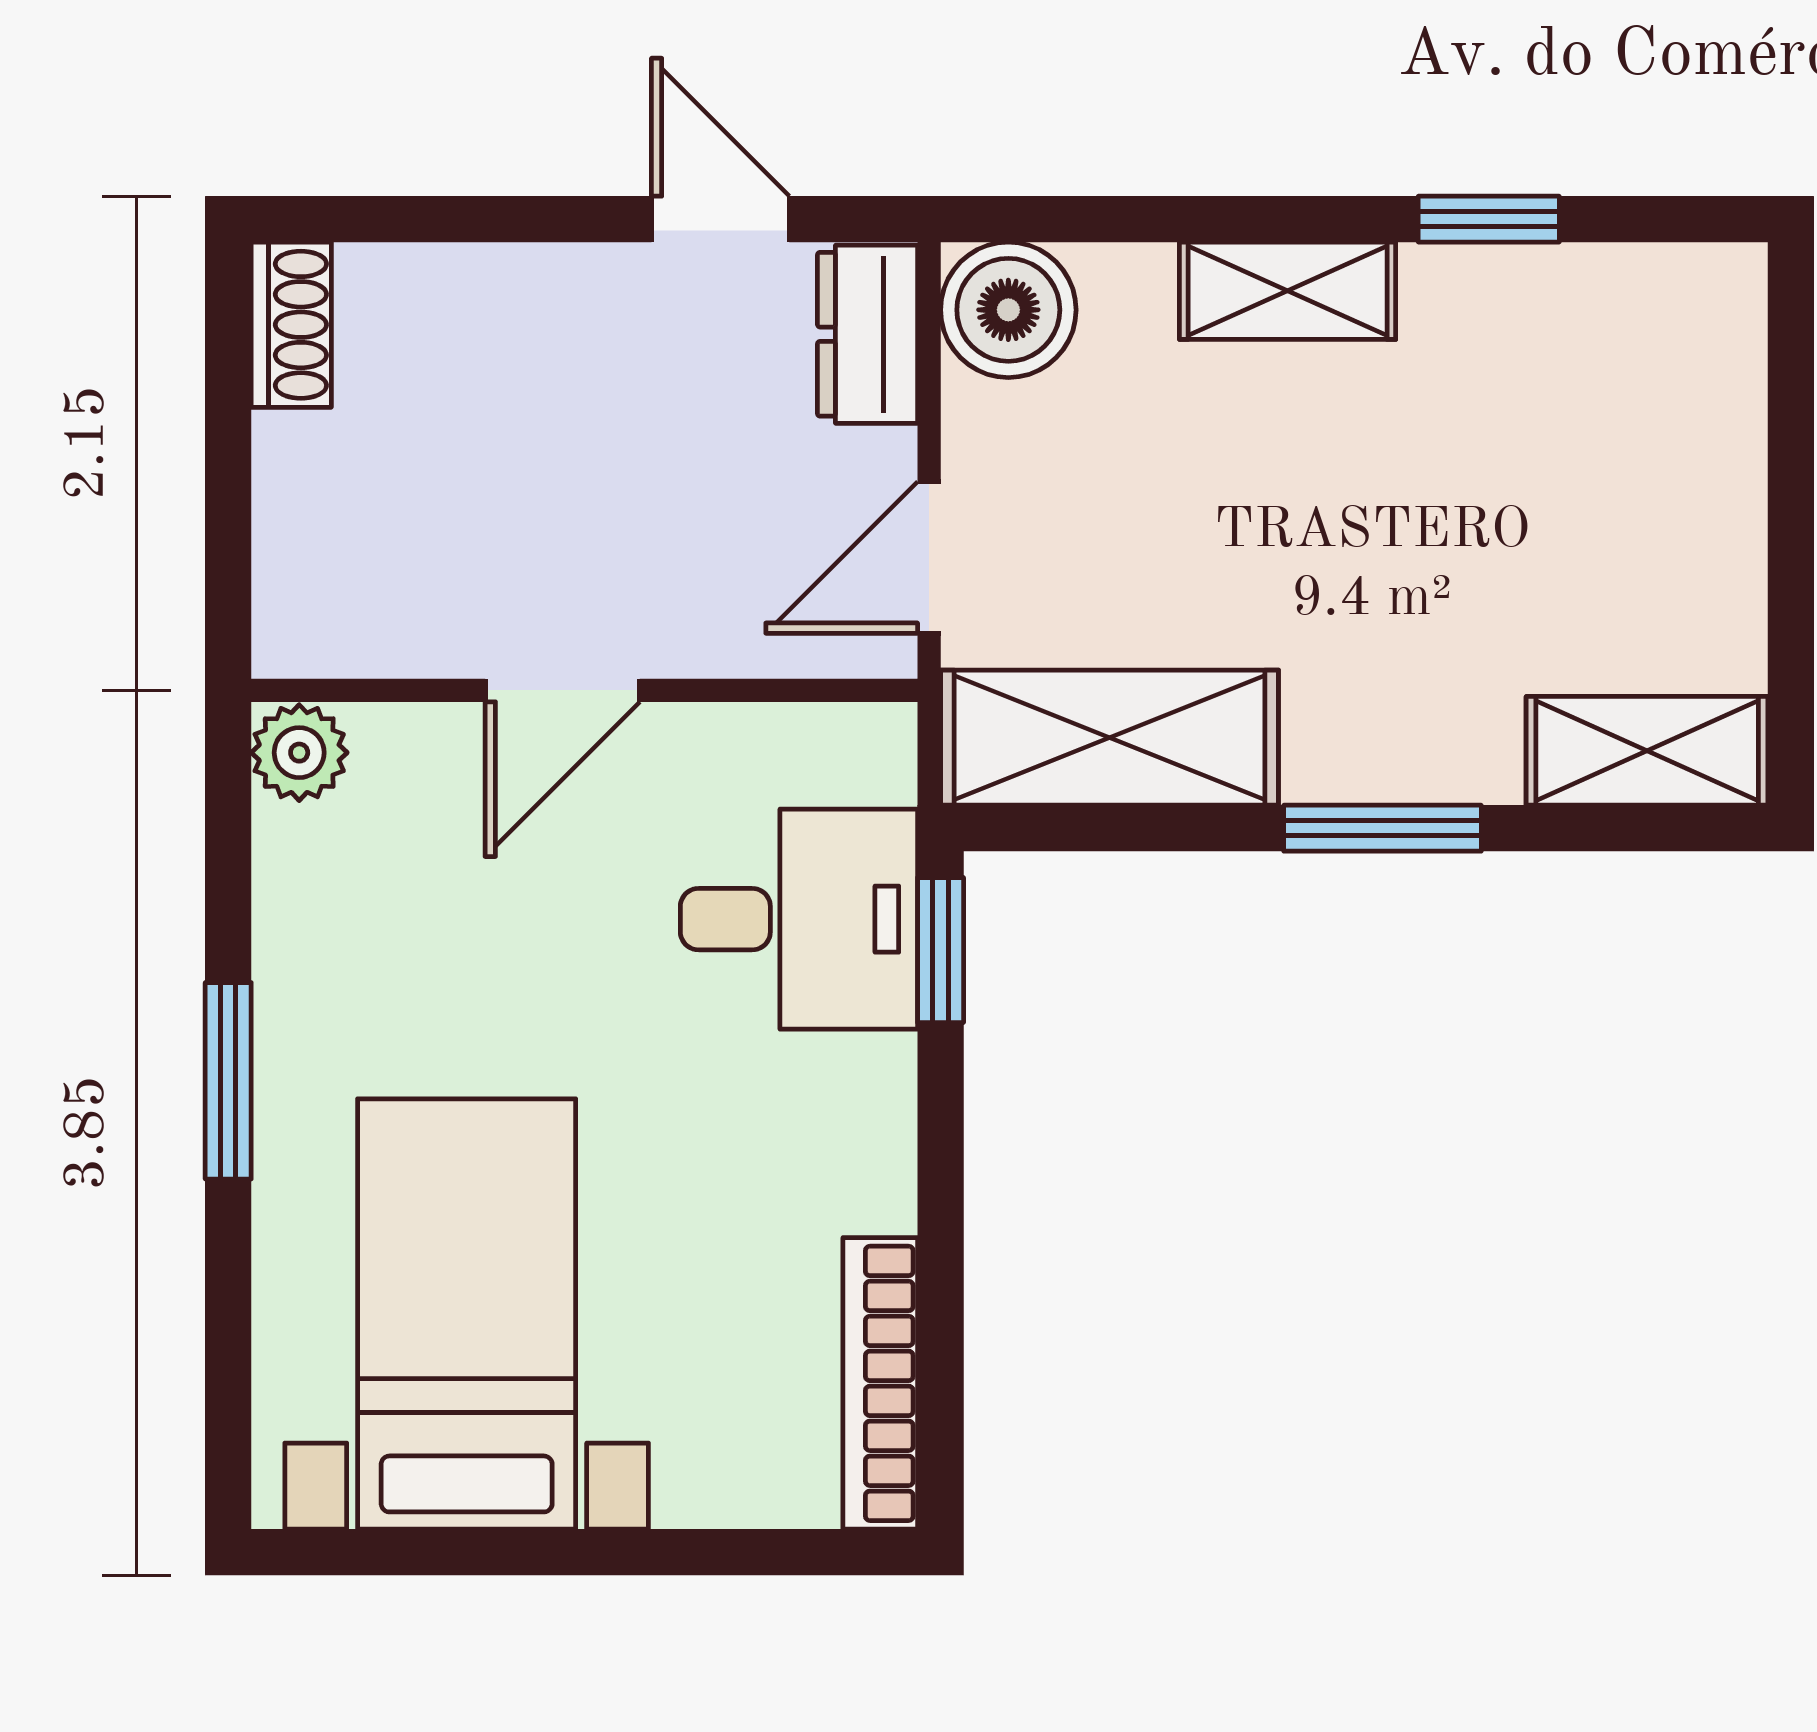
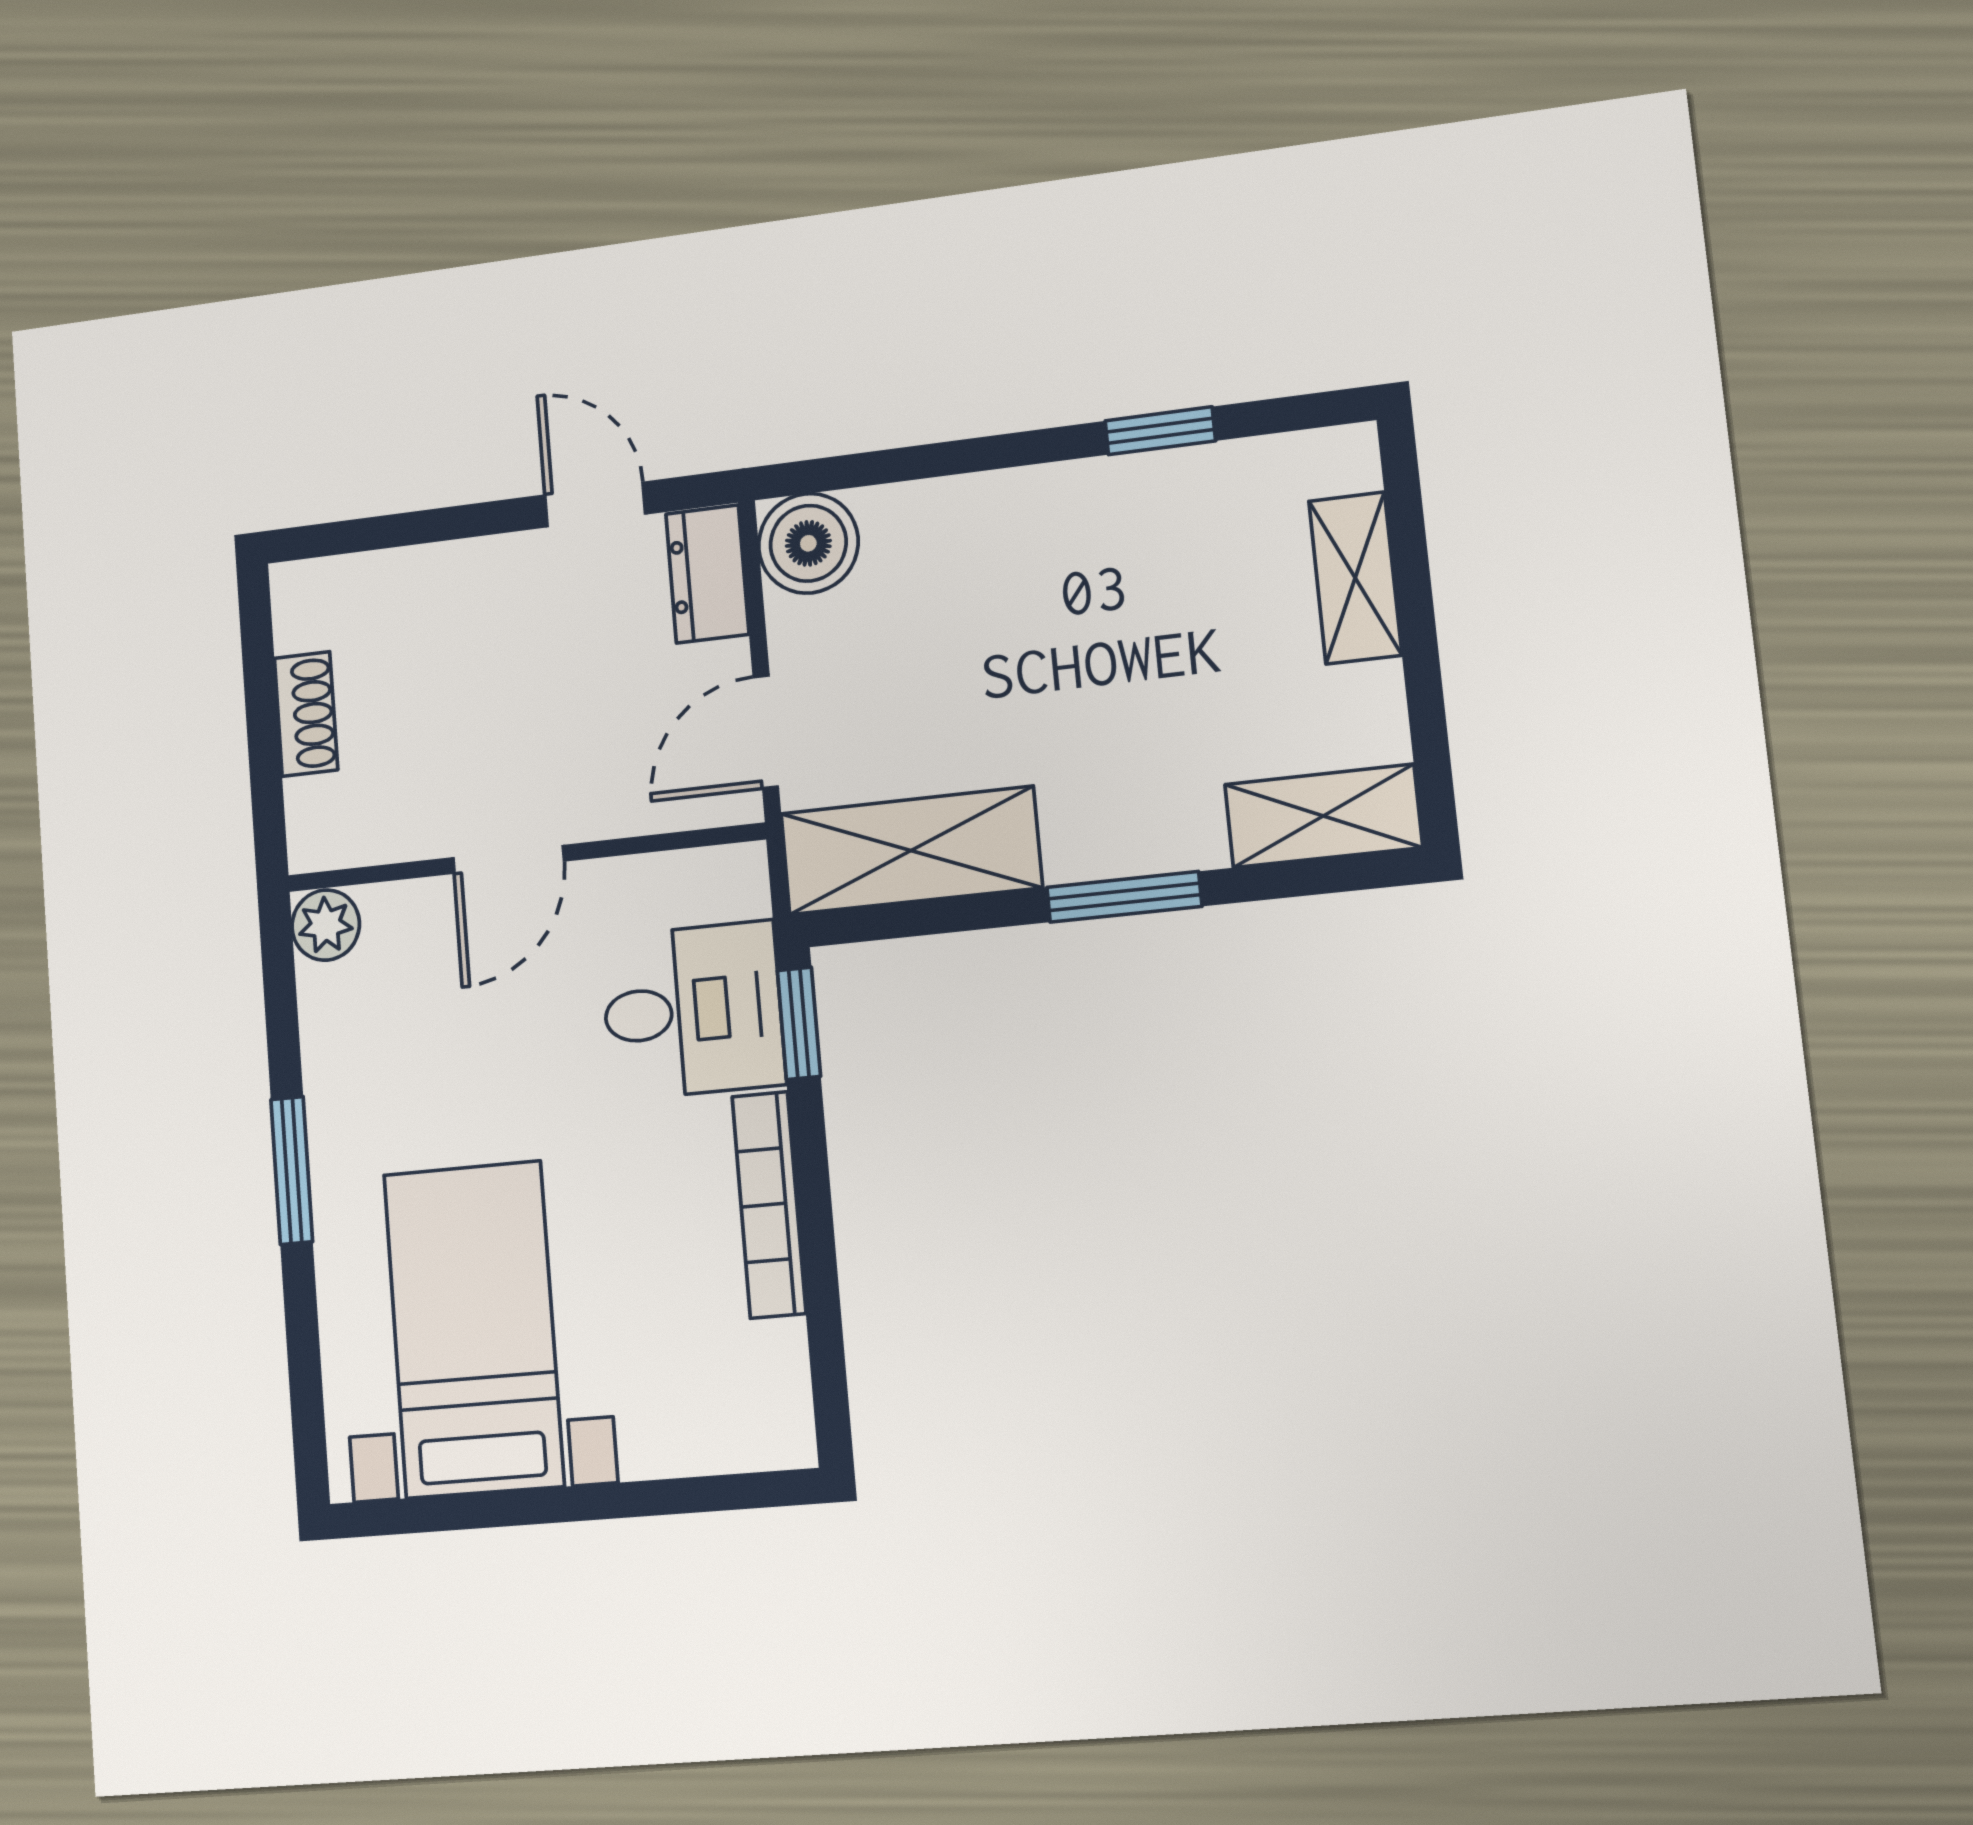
shelving: (1288, 291) -> (1355, 578), moved, turned 90
shoe rack: (291, 325) -> (306, 714), moved
bookcase: (880, 1383) -> (769, 1205), moved

